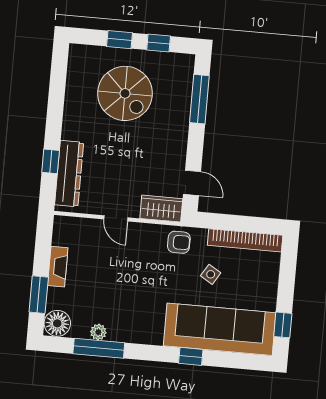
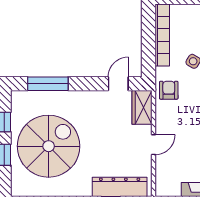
spiral stairs: (125, 93) -> (49, 146), width x1.37, depth x1.37

